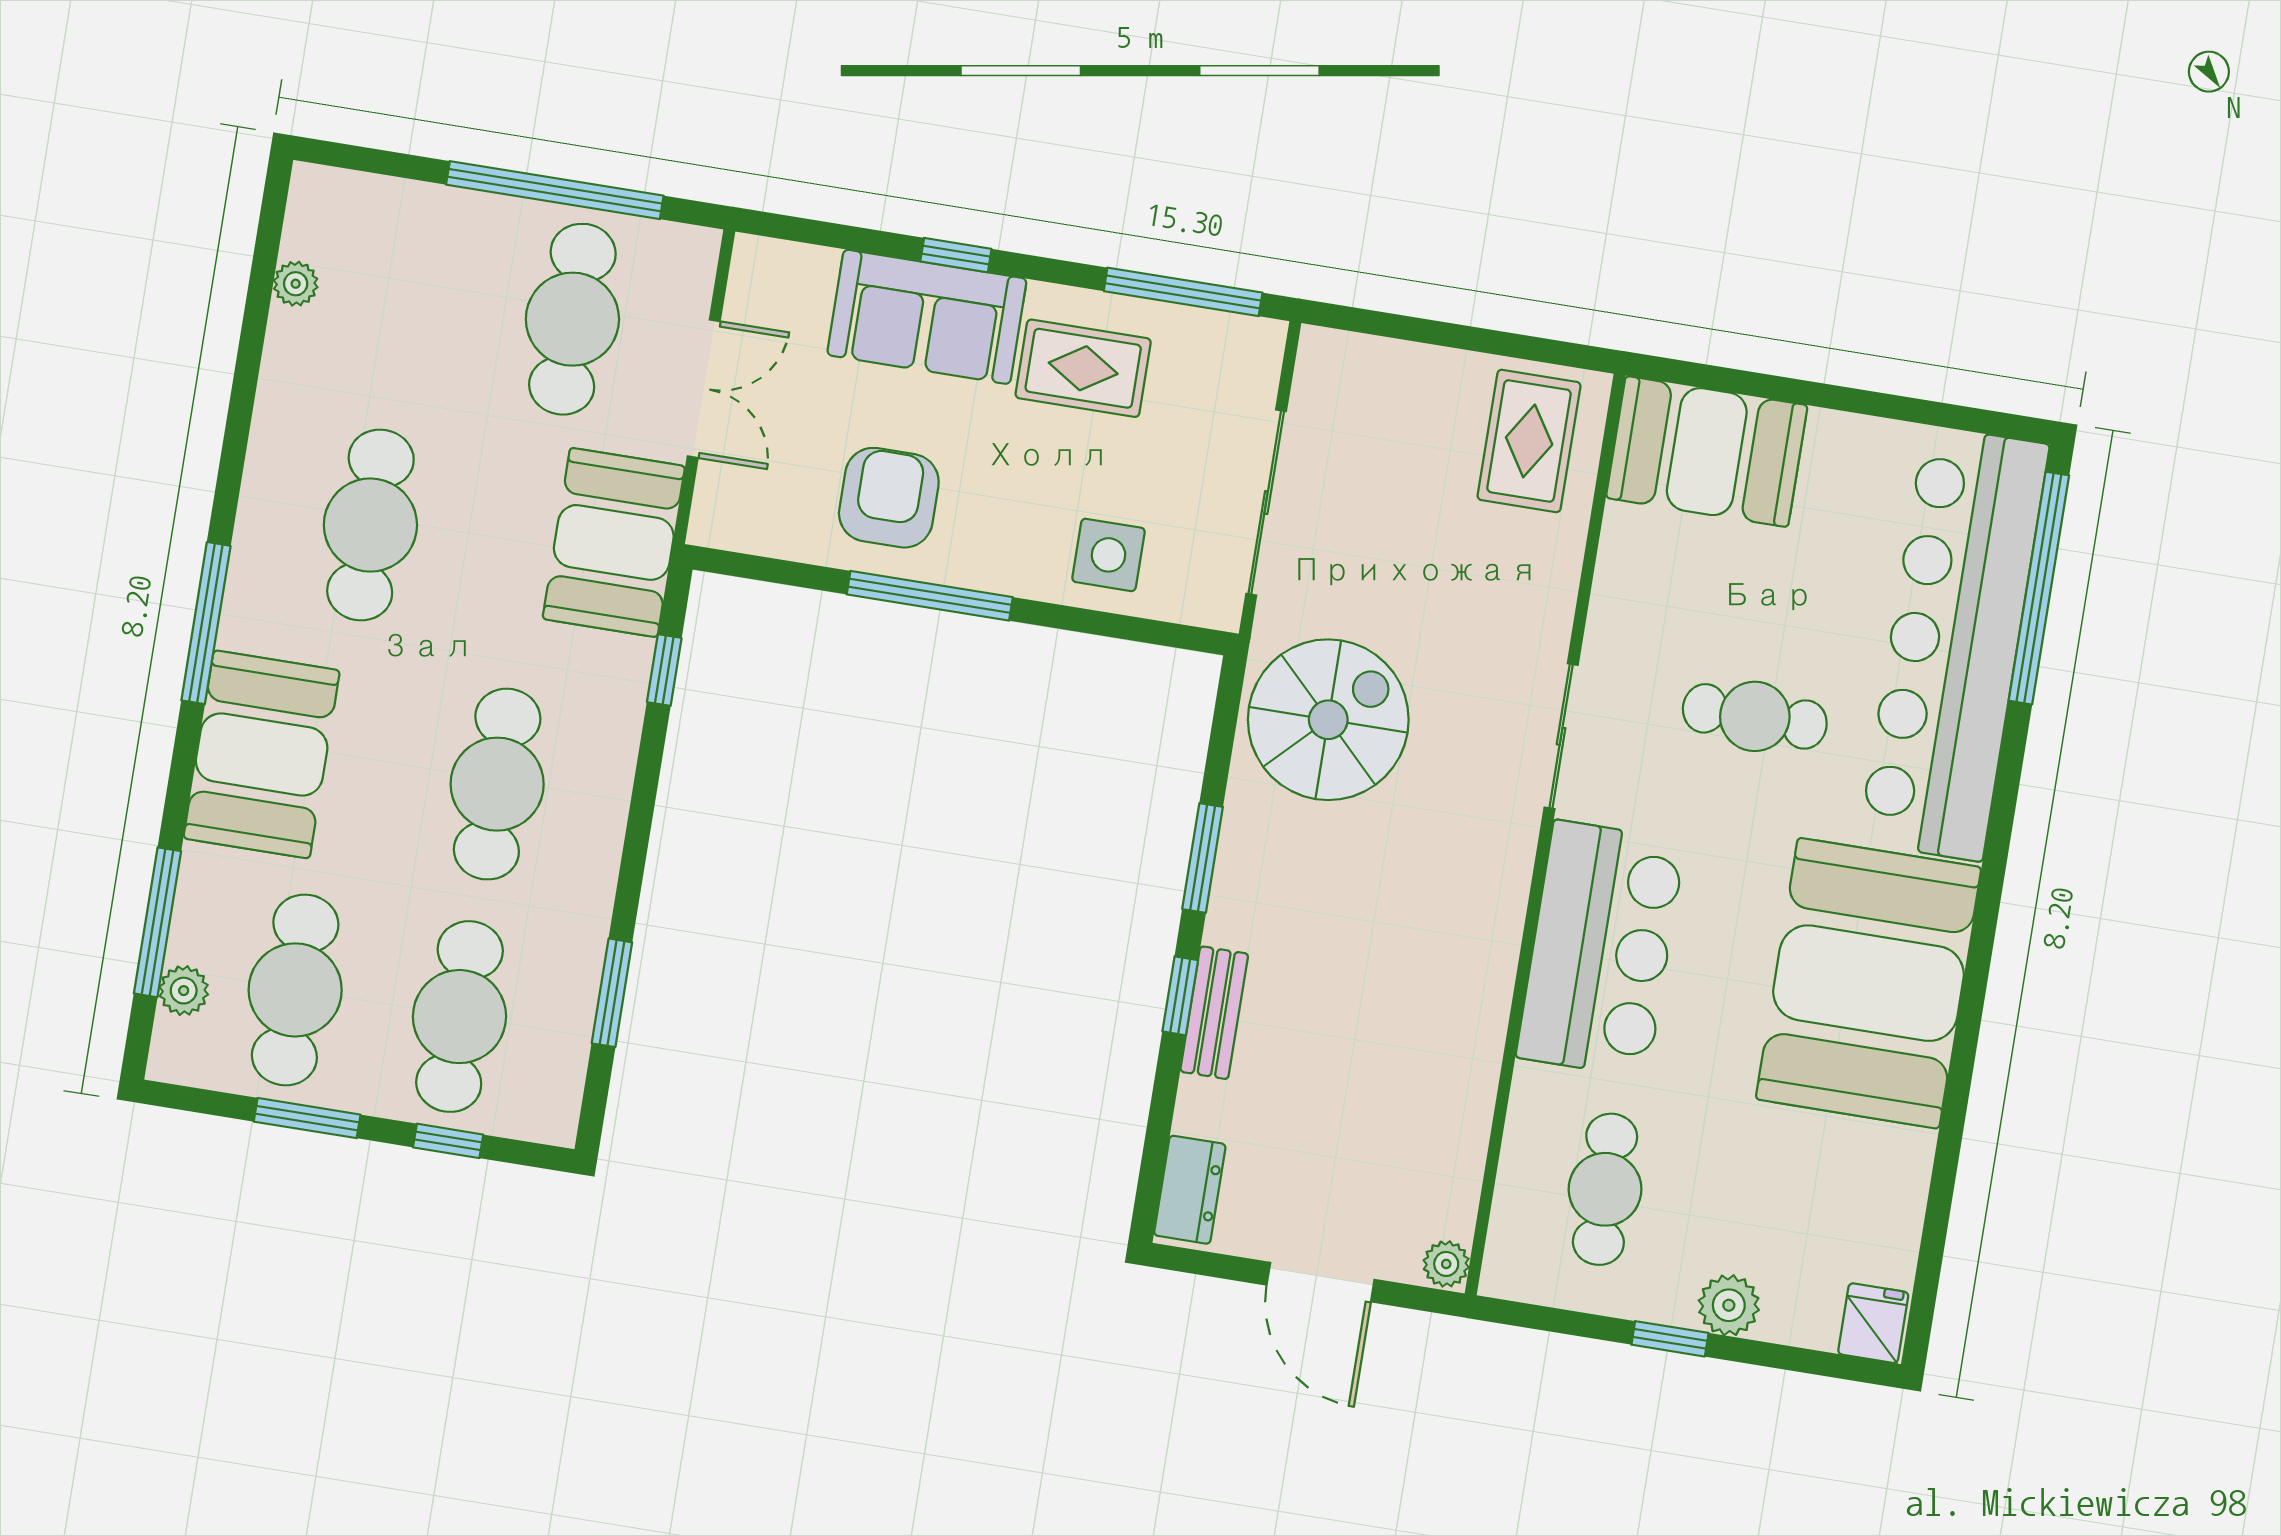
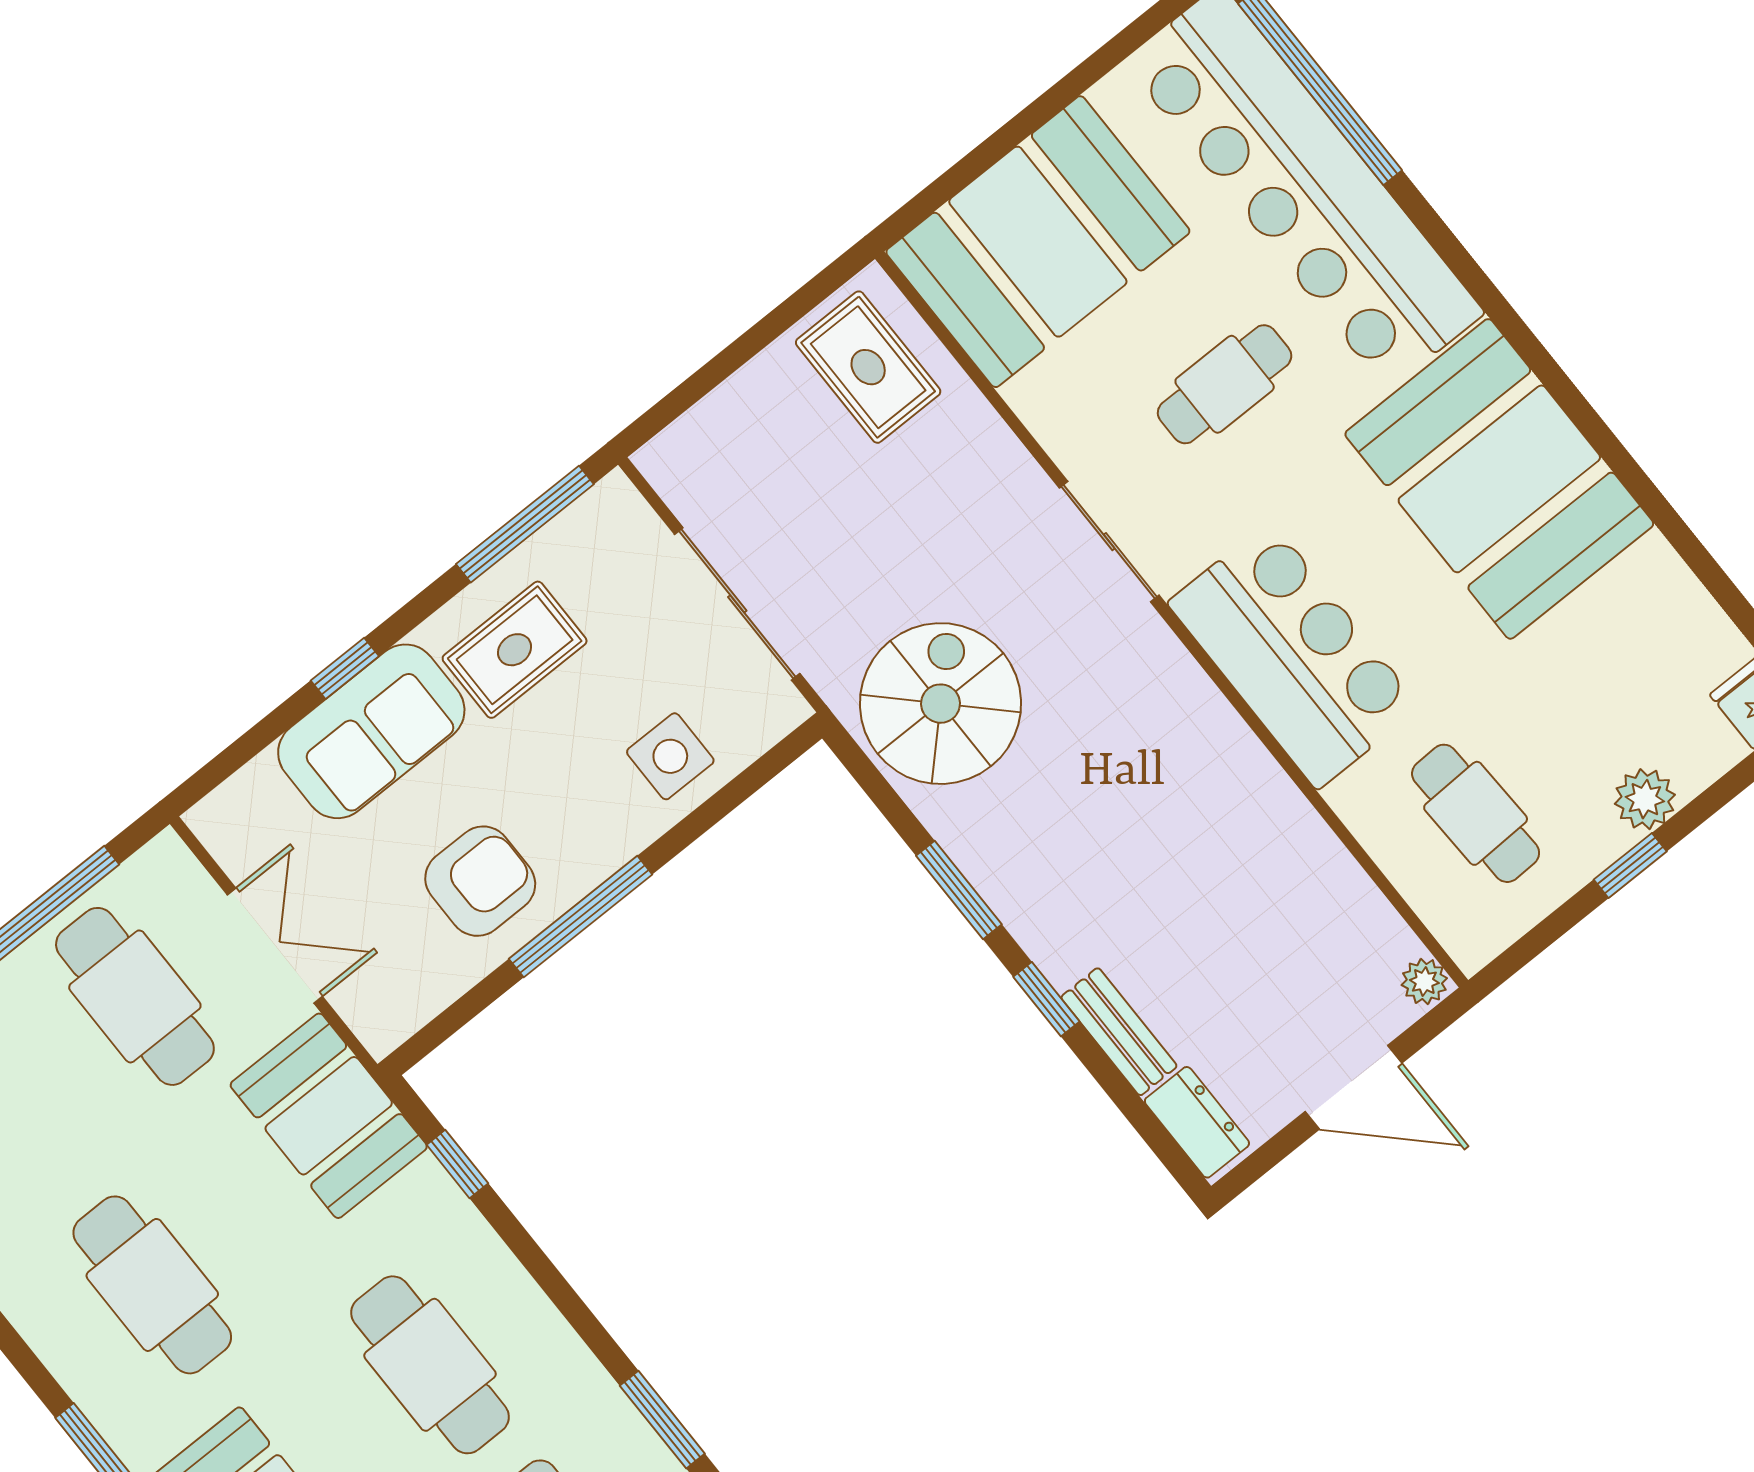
booth: (1707, 452) -> (1038, 242), width x1.36, depth x1.42
armchair: (889, 498) -> (480, 881), turned 90
bench: (1214, 1013) -> (1119, 1032), moved

